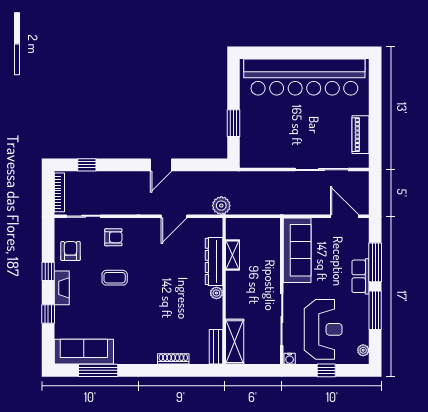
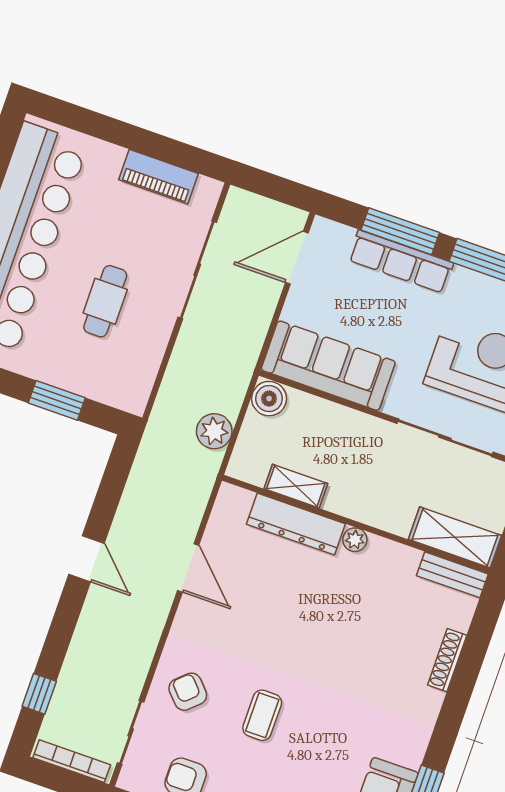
cafe table: (290, 130) -> (105, 301), added
plant: (221, 206) -> (214, 431), moved
boiler: (271, 227) -> (269, 399), added
armchair: (113, 237) -> (188, 692), turned -43
row of seats: (360, 276) -> (401, 262), width x1.48

